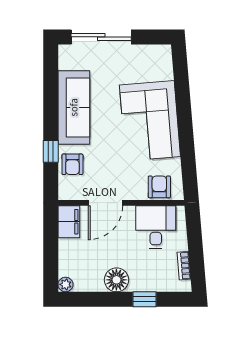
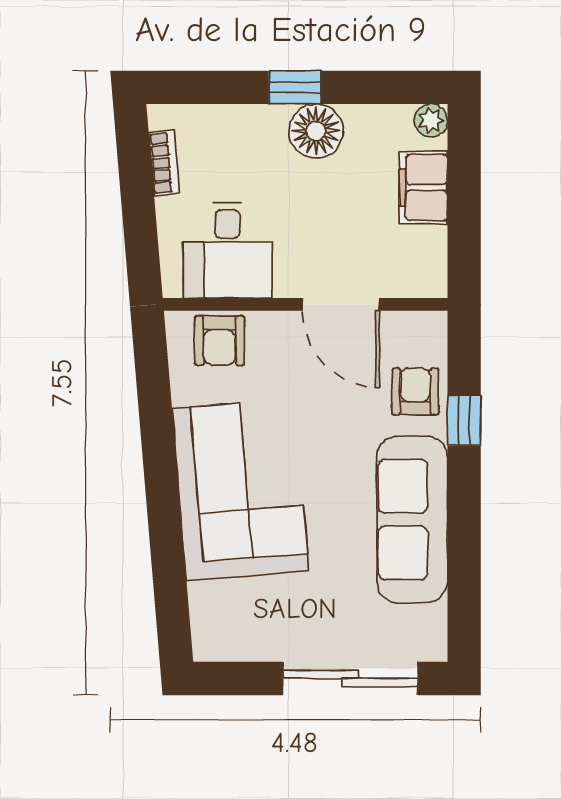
door: (105, 203) -> (341, 304), swing flipped
filing cabinet: (69, 222) -> (423, 187), moved
window: (145, 299) -> (295, 87), moved

